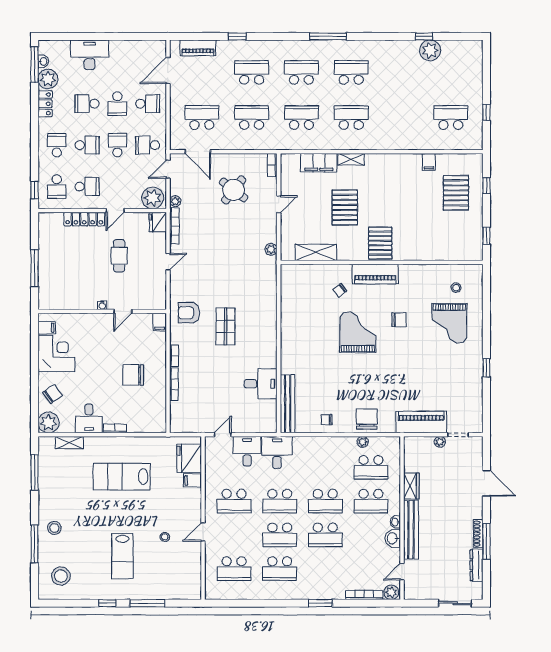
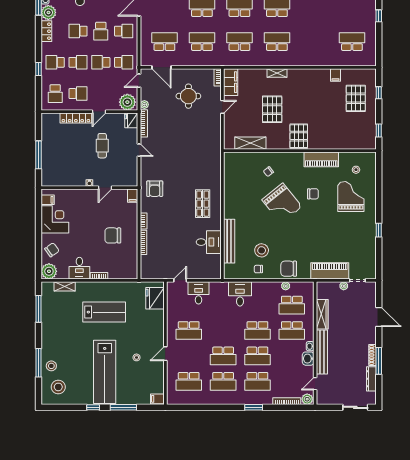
window: (486, 112) -> (379, 16), moved
school desk: (57, 145) -> (55, 62), turned -90
school desk: (117, 145) -> (101, 62), turned -90
school desk: (148, 145) -> (124, 62), turned 180
filing cabinet: (319, 163) -> (231, 82), moved, turned -90
window: (35, 190) -> (38, 69), moved
round table: (234, 190) -> (188, 96), turned -38
plant: (271, 249) -> (217, 141), removed
door: (168, 262) -> (139, 150), hinge flipped
piano: (375, 274) -> (321, 159), moved
armchair: (189, 313) -> (155, 189), turned -90
grand piano: (449, 323) -> (351, 197), turned 180
shop shelf: (226, 327) -> (203, 204), moved
grand piano: (358, 332) -> (282, 203), turned 141
stool: (331, 395) -> (262, 250), added
bench: (288, 404) -> (229, 241), moved
chair: (367, 419) -> (289, 269), turned -90
desk: (277, 453) -> (240, 294), moved
lab bench: (122, 477) -> (104, 312), turned 180
filing cabinet: (192, 480) -> (157, 399), moved
wardrobe: (411, 486) -> (322, 314), width x1.50
school desk: (280, 501) -> (257, 381), moved
stool: (54, 528) -> (51, 366), moved
lab bench: (122, 556) -> (105, 372), width x1.86, depth x1.39

